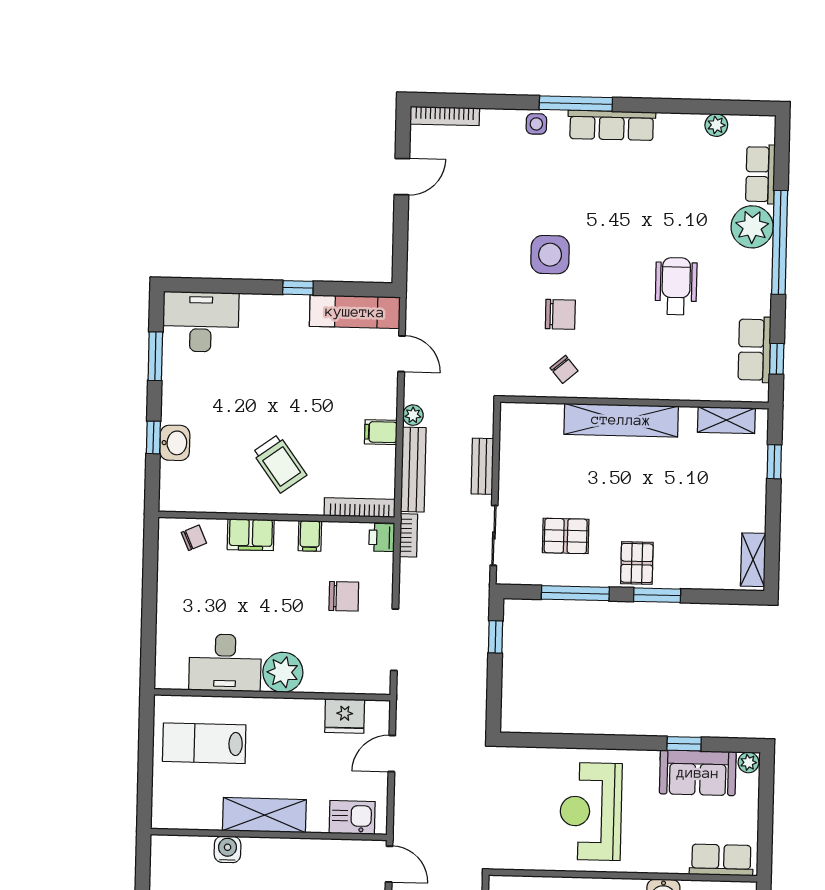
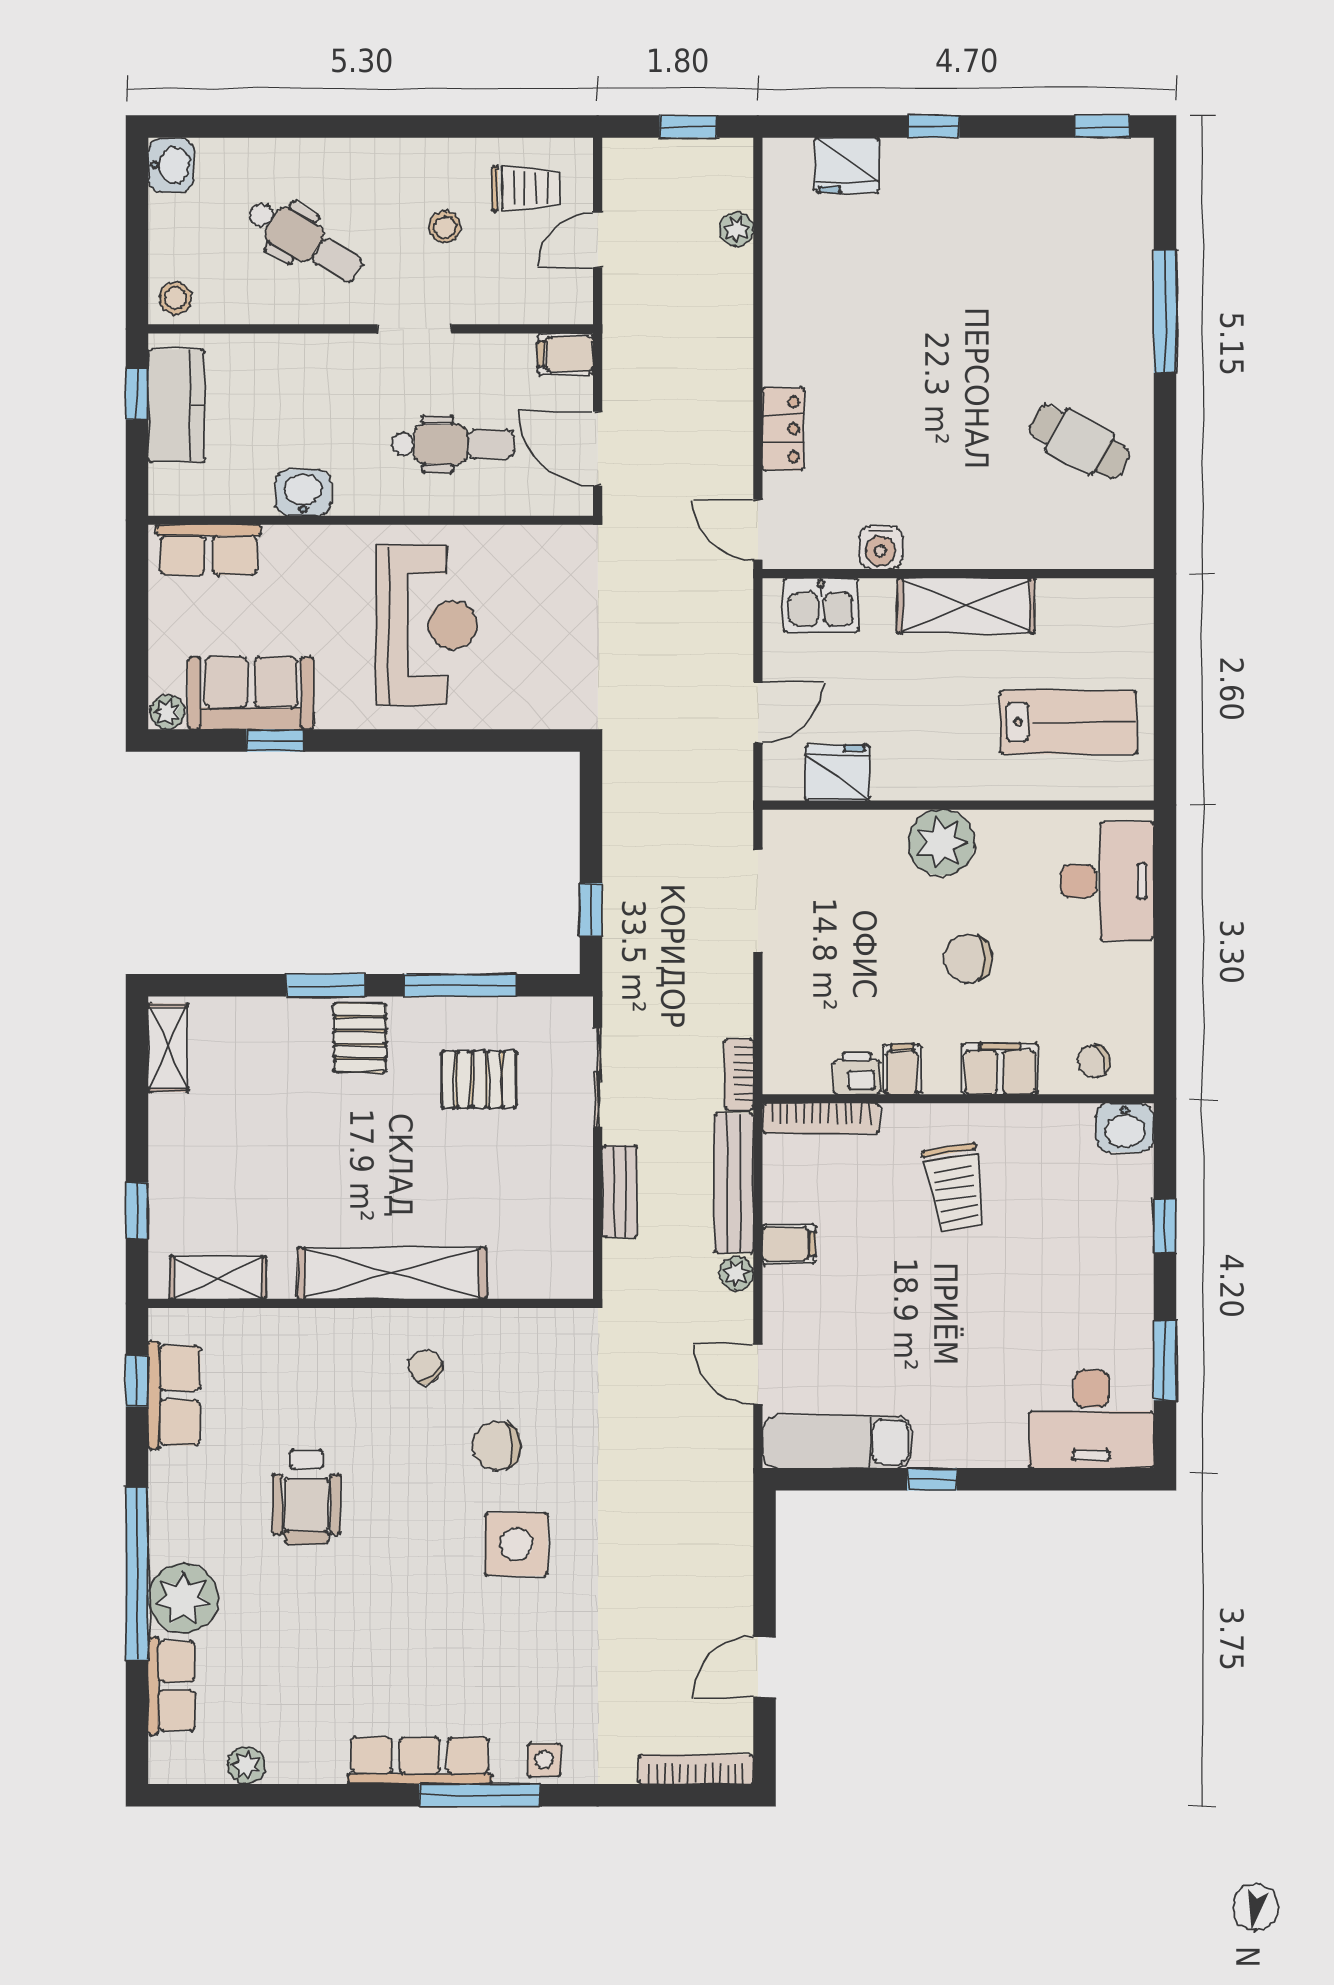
chair: (564, 369) -> (425, 1367), moved
washbasin: (175, 443) -> (1125, 1128), moved, turned -90
trolley: (280, 464) -> (955, 1188), turned -153
printer: (382, 538) -> (857, 1073), moved, turned -90
chair: (344, 596) -> (968, 958), moved
desk: (225, 663) -> (1107, 881), moved, turned 90
water cooler: (227, 849) -> (881, 547), moved

